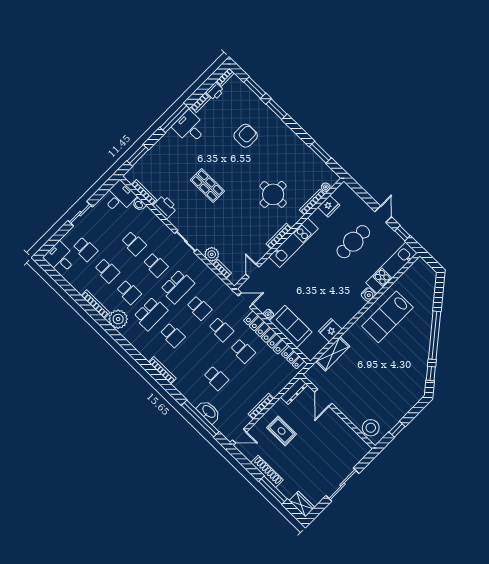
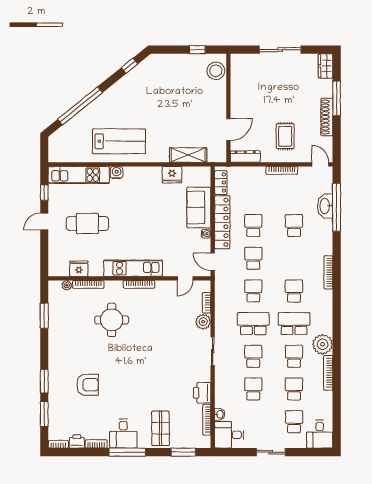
armchair: (246, 136) -> (88, 385), turned 180
shop shelf: (207, 186) -> (161, 428), moved
window: (435, 335) -> (80, 106), moved

